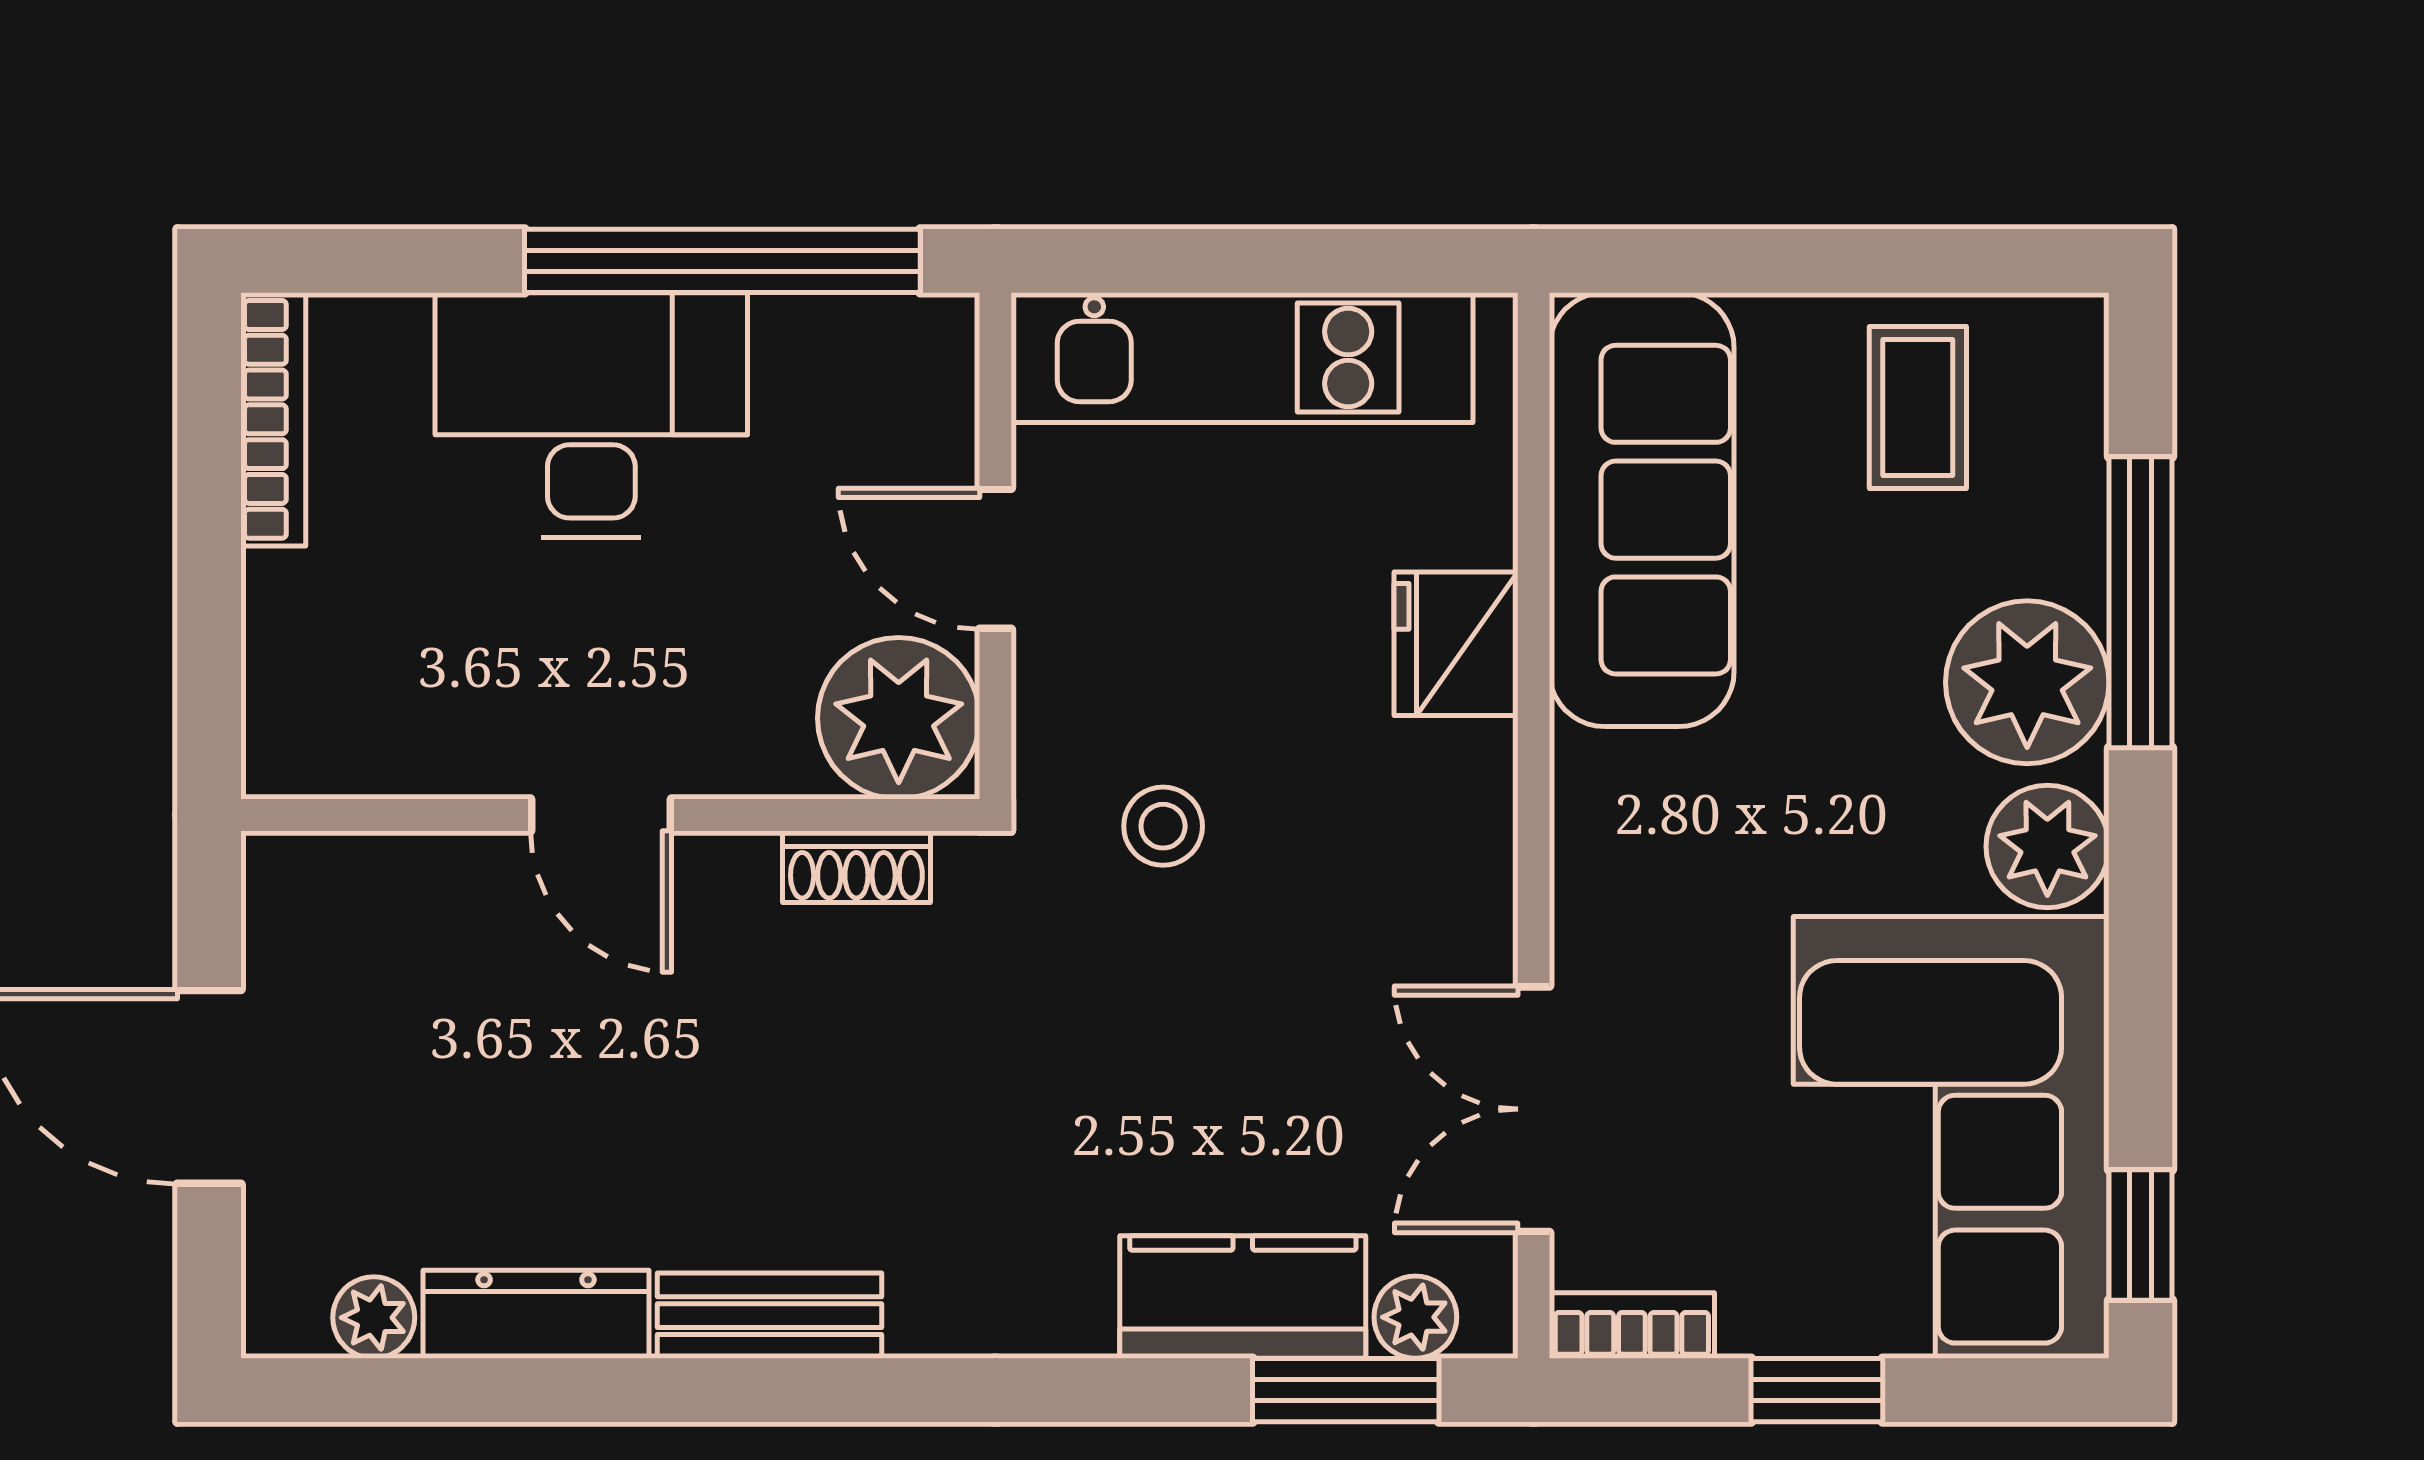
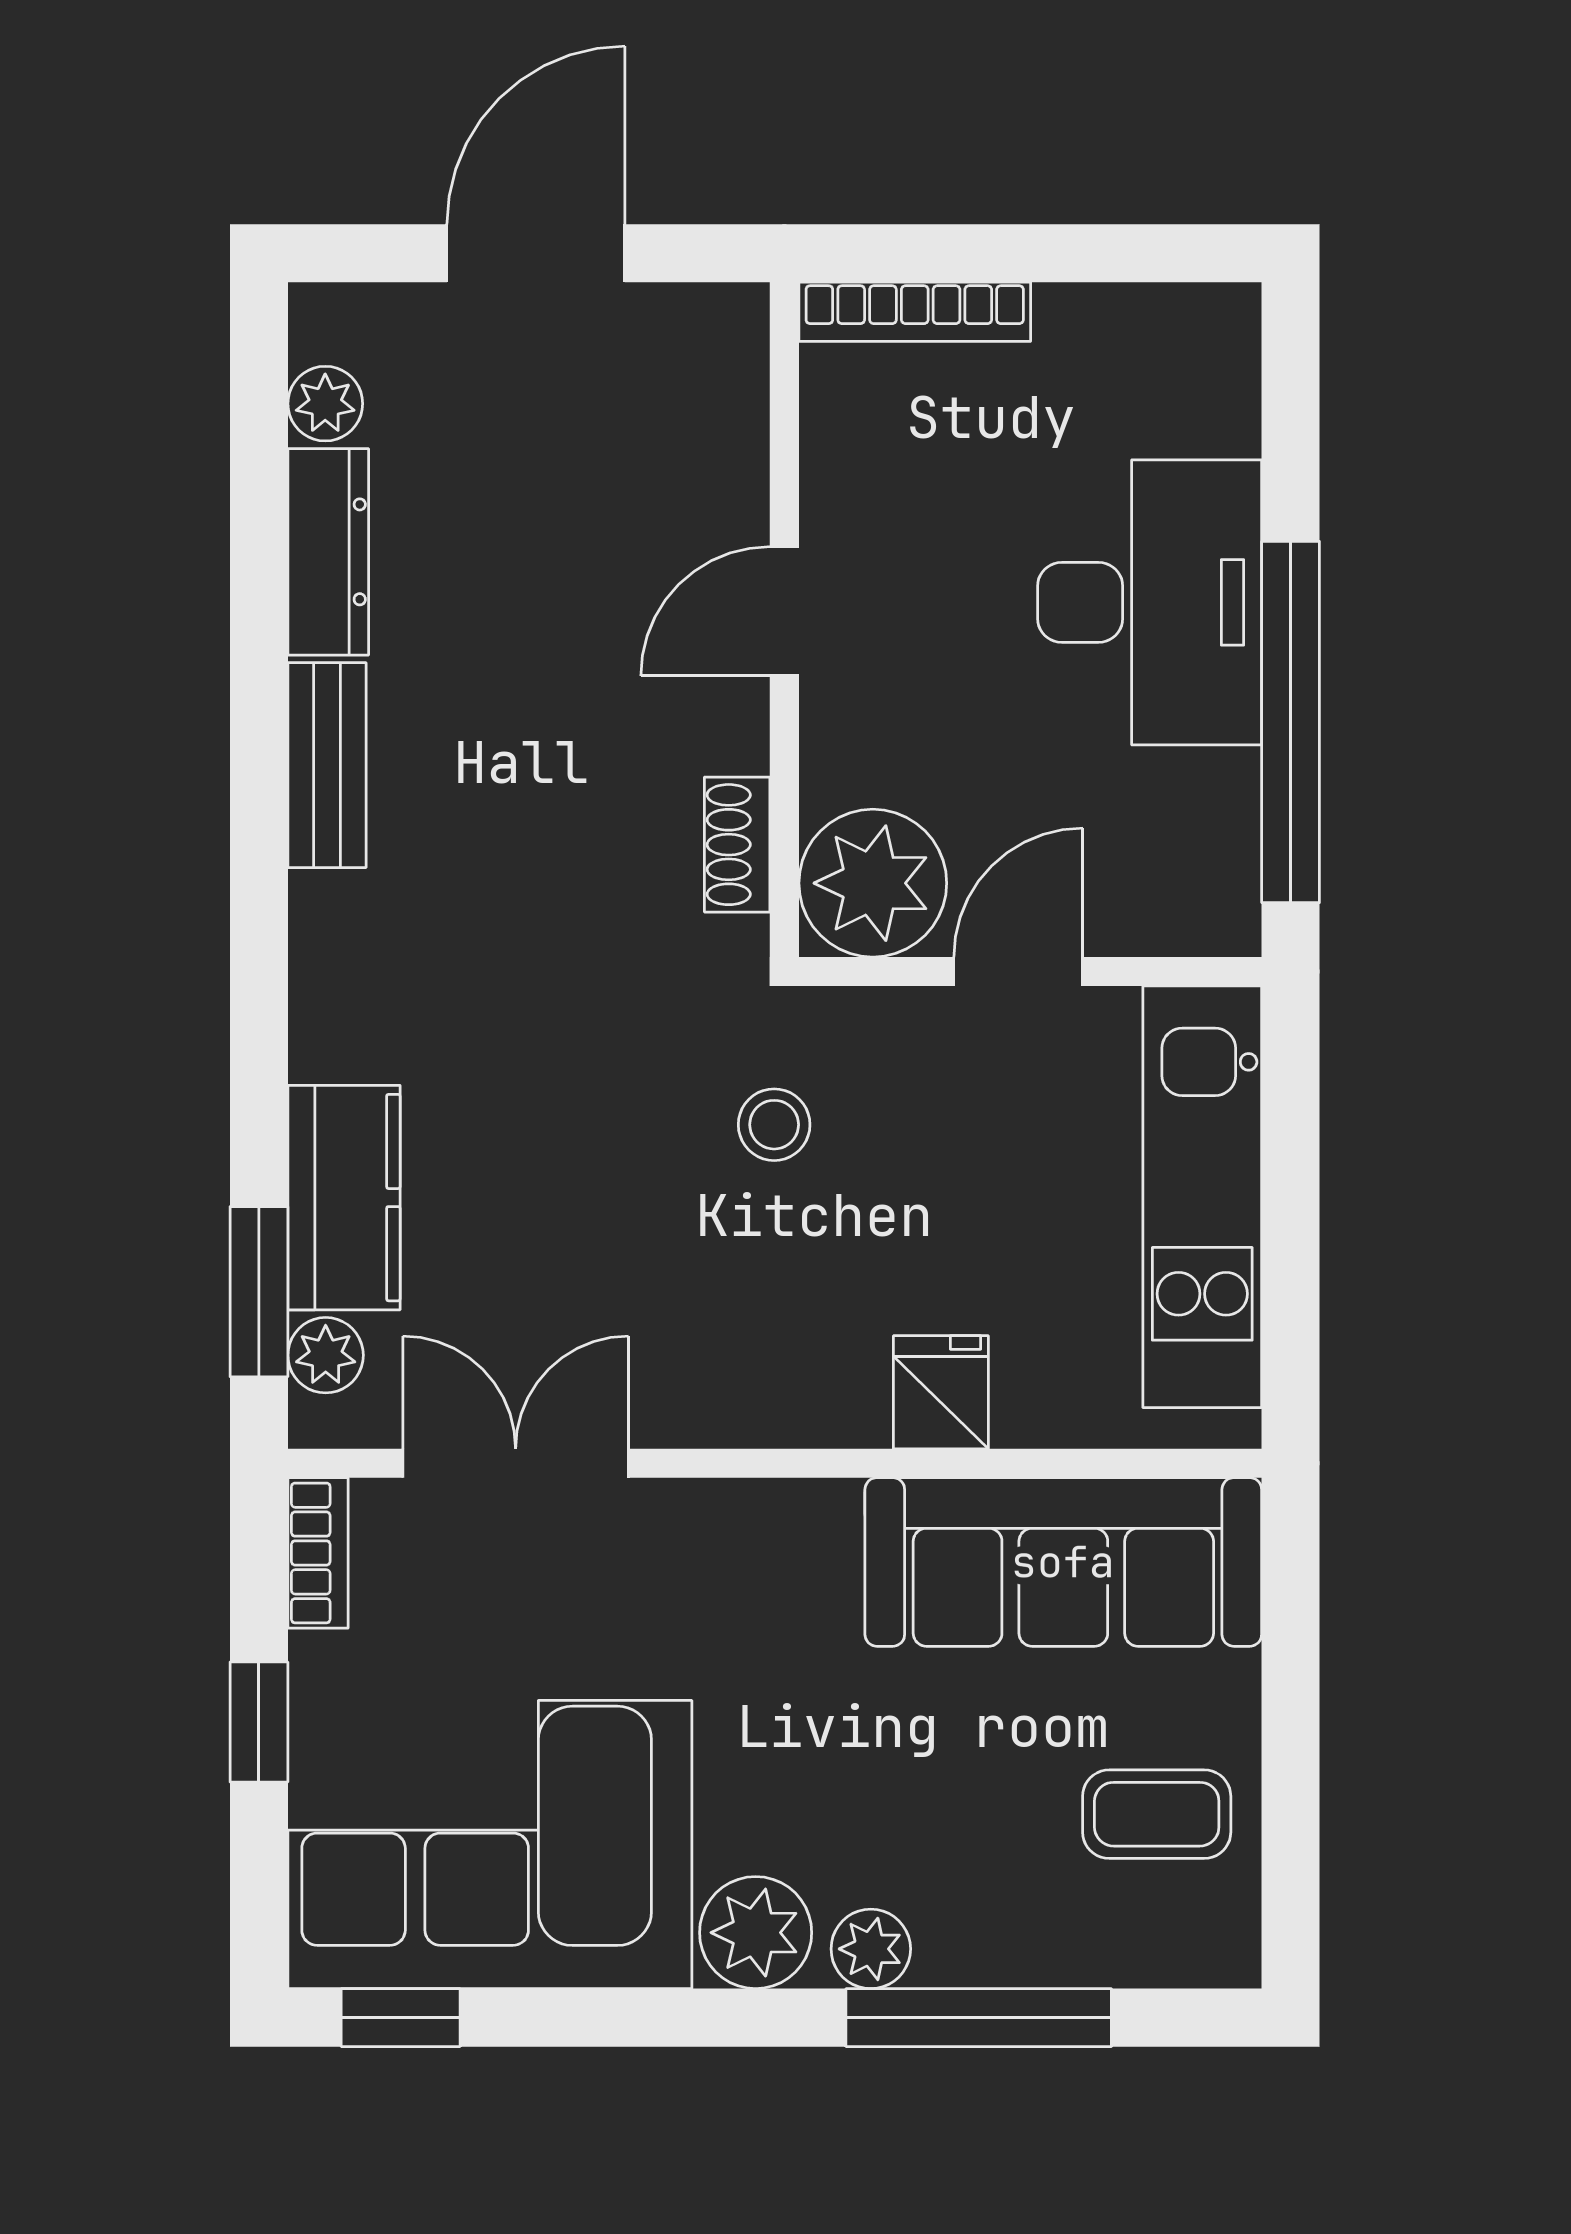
bookcase: (273, 419) -> (915, 312), moved
fridge: (1456, 644) -> (941, 1392), width x0.72
plant: (2027, 682) -> (871, 1949), width x0.53, depth x0.53

